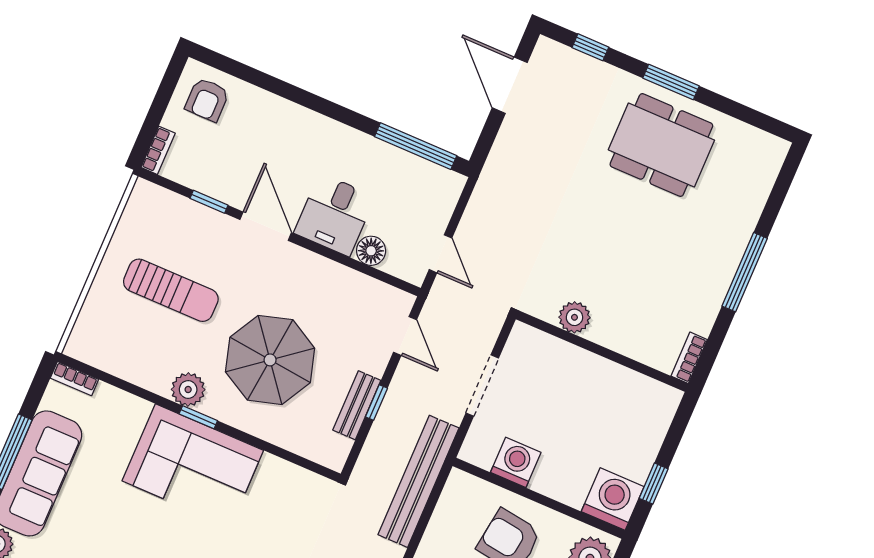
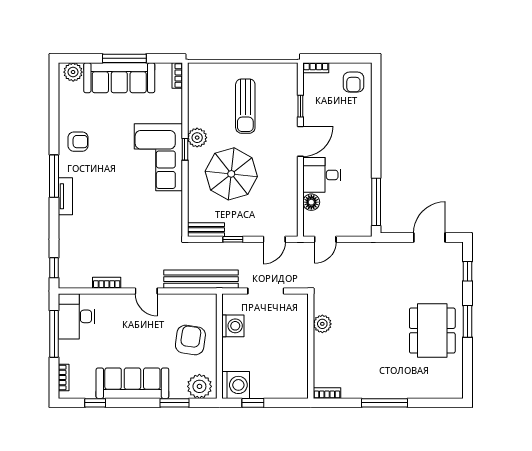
armchair: (207, 100) -> (353, 82), turned -90
bench: (357, 405) -> (206, 230), moved

